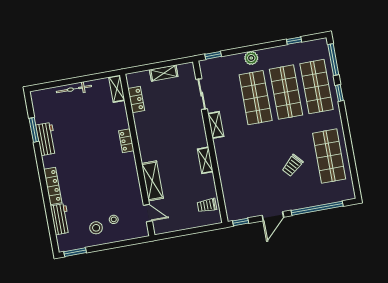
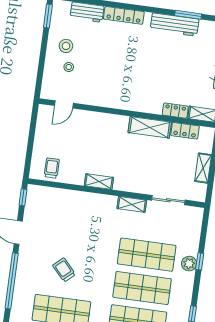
window: (213, 55) -> (200, 261), moved
workbench: (46, 139) -> (175, 25), width x1.38
locker: (126, 141) -> (175, 111), moved
shelving: (152, 181) -> (150, 127), moved

